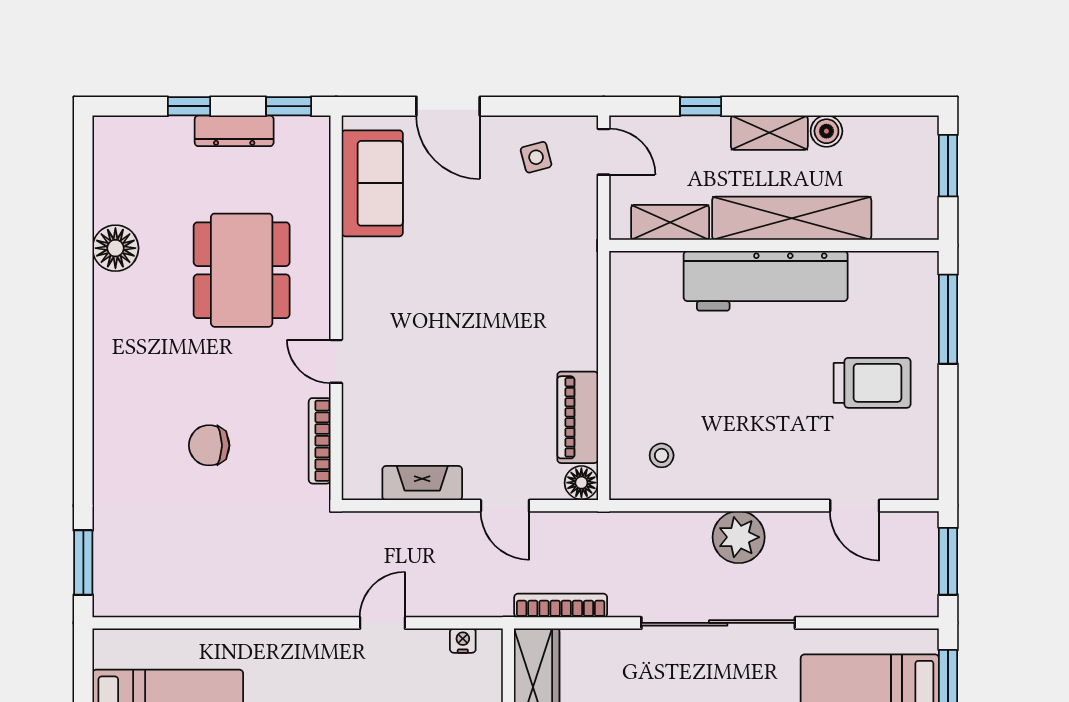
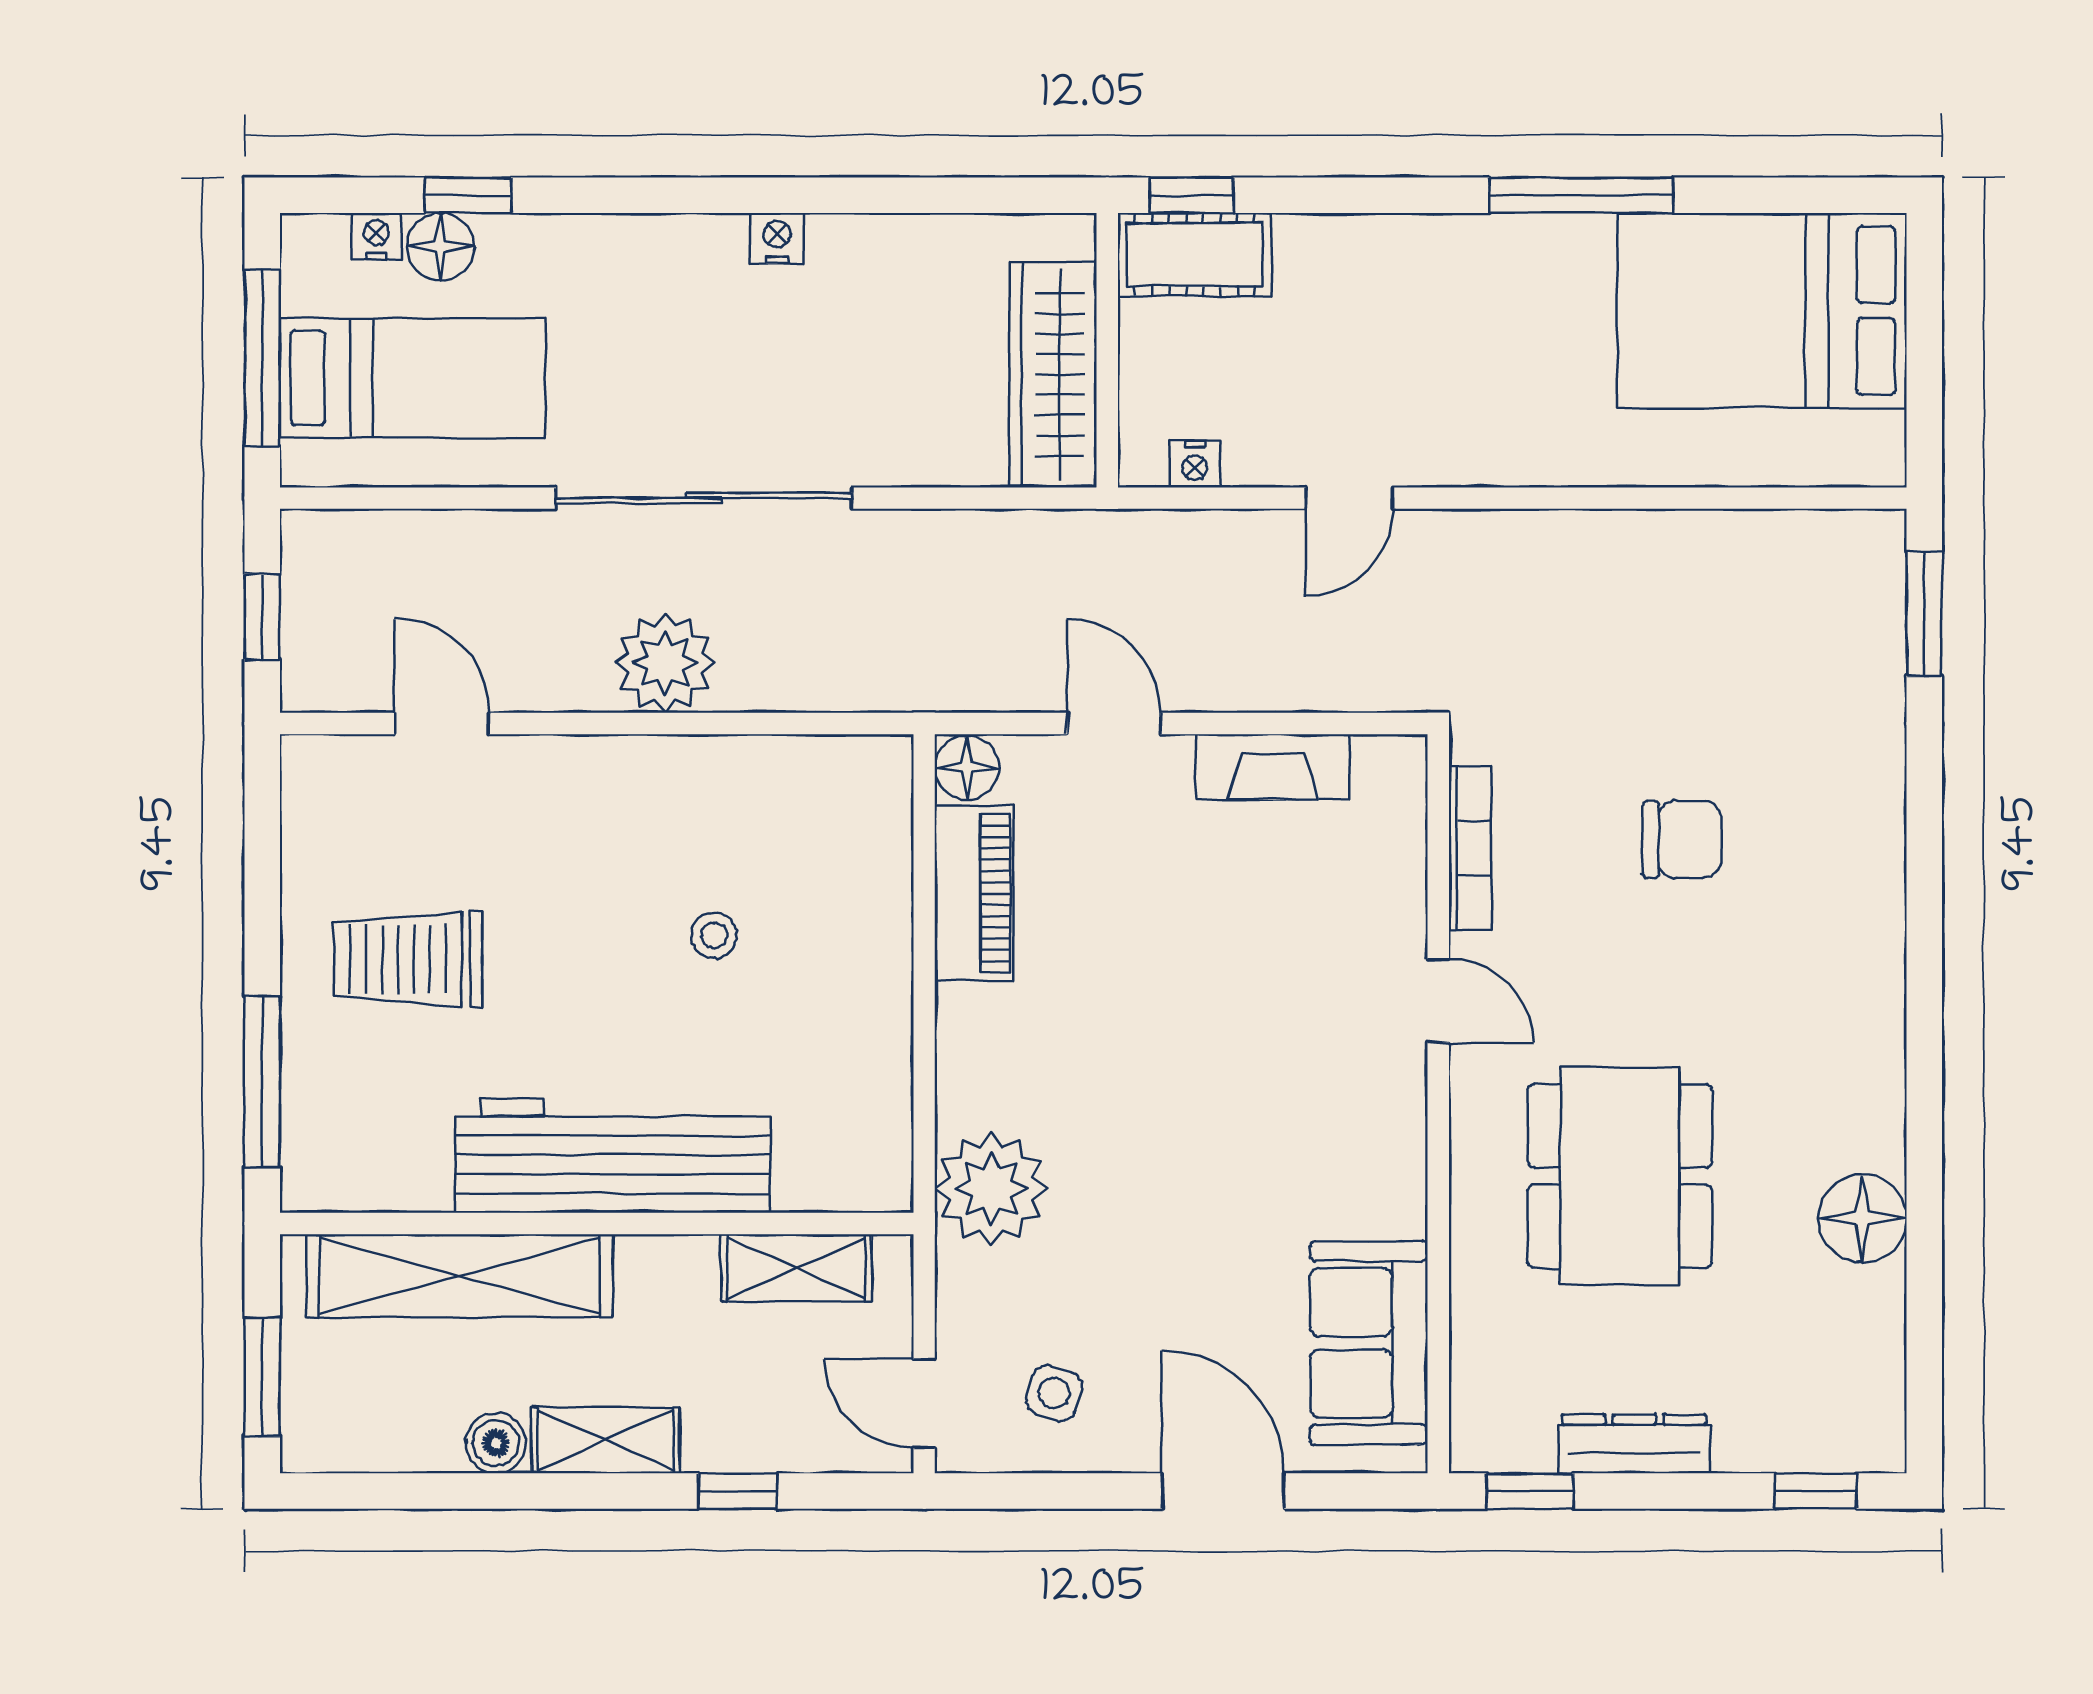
window: (189, 106) -> (1815, 1491), moved
side table: (536, 157) -> (1054, 1393), turned 32
shelving: (792, 218) -> (460, 1276), moved
plant: (569, 264) -> (991, 1189), added
stool: (662, 455) -> (714, 935), moved
window: (948, 561) -> (262, 617), width x0.67
bookcase: (561, 606) -> (1007, 531), removed

